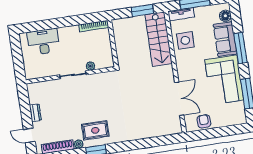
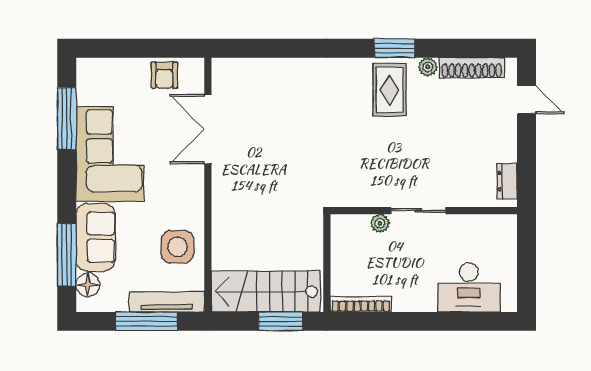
window: (142, 10) -> (281, 321), moved
tv unit: (181, 14) -> (167, 302), width x1.41
stairs: (159, 39) -> (266, 292), moved, turned -90
window: (241, 48) -> (67, 255), moved
dresser: (35, 113) -> (507, 181), moved
rug: (95, 130) -> (390, 90), turned 90

